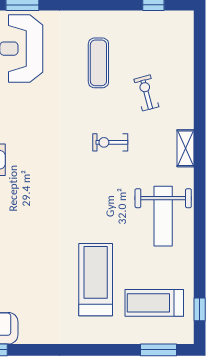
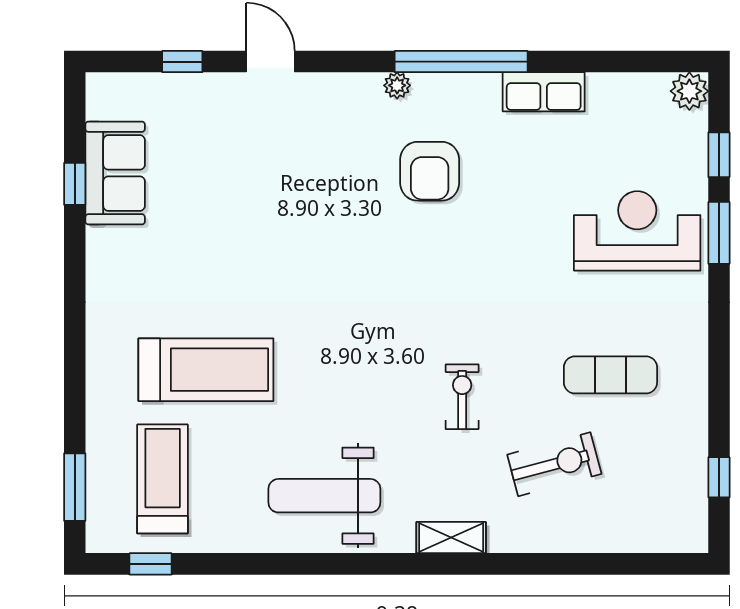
exercise bike: (146, 93) -> (554, 464), width x1.38, depth x1.39

